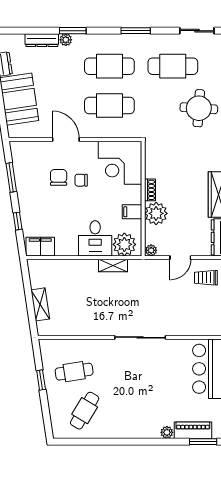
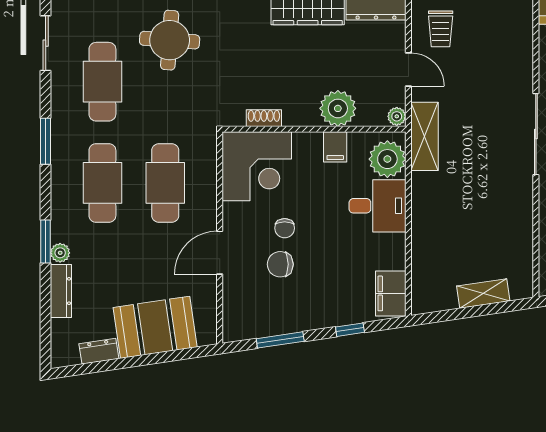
shoe rack: (150, 190) -> (264, 118), moved
shelving: (113, 266) -> (425, 136), moved, width x1.50, depth x1.33

